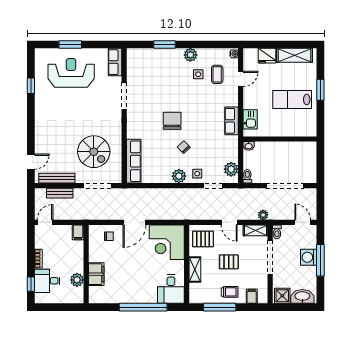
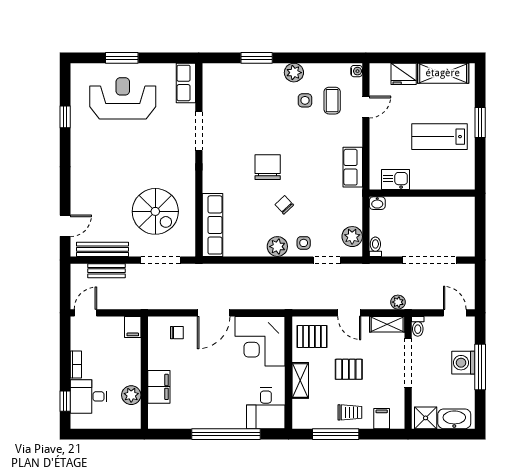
kitchen sink: (250, 119) -> (395, 180), moved, turned -90

